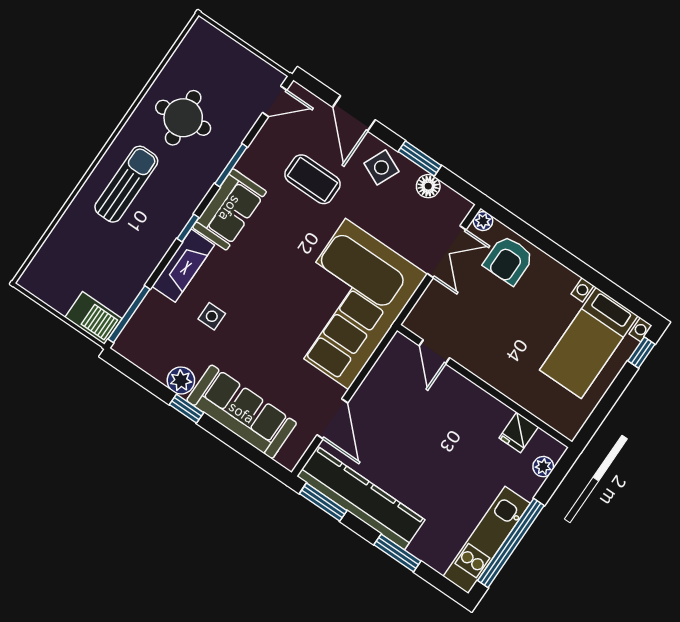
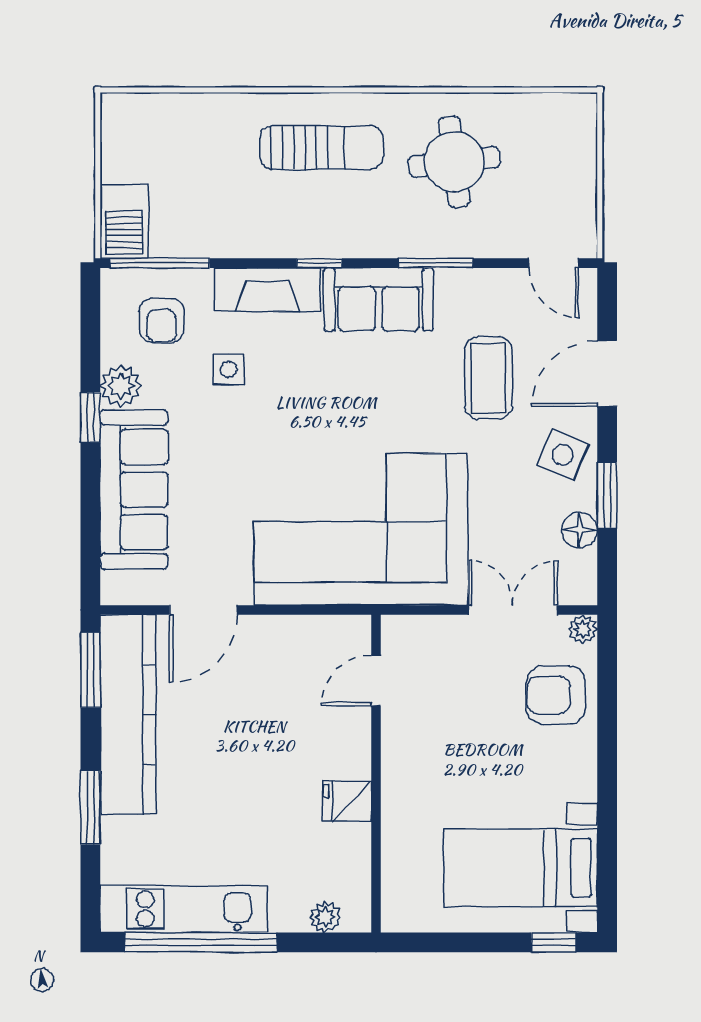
double door: (447, 252) -> (513, 610), swing flipped
armchair: (161, 334) -> (162, 320), added
fridge: (519, 432) -> (347, 801), moved

